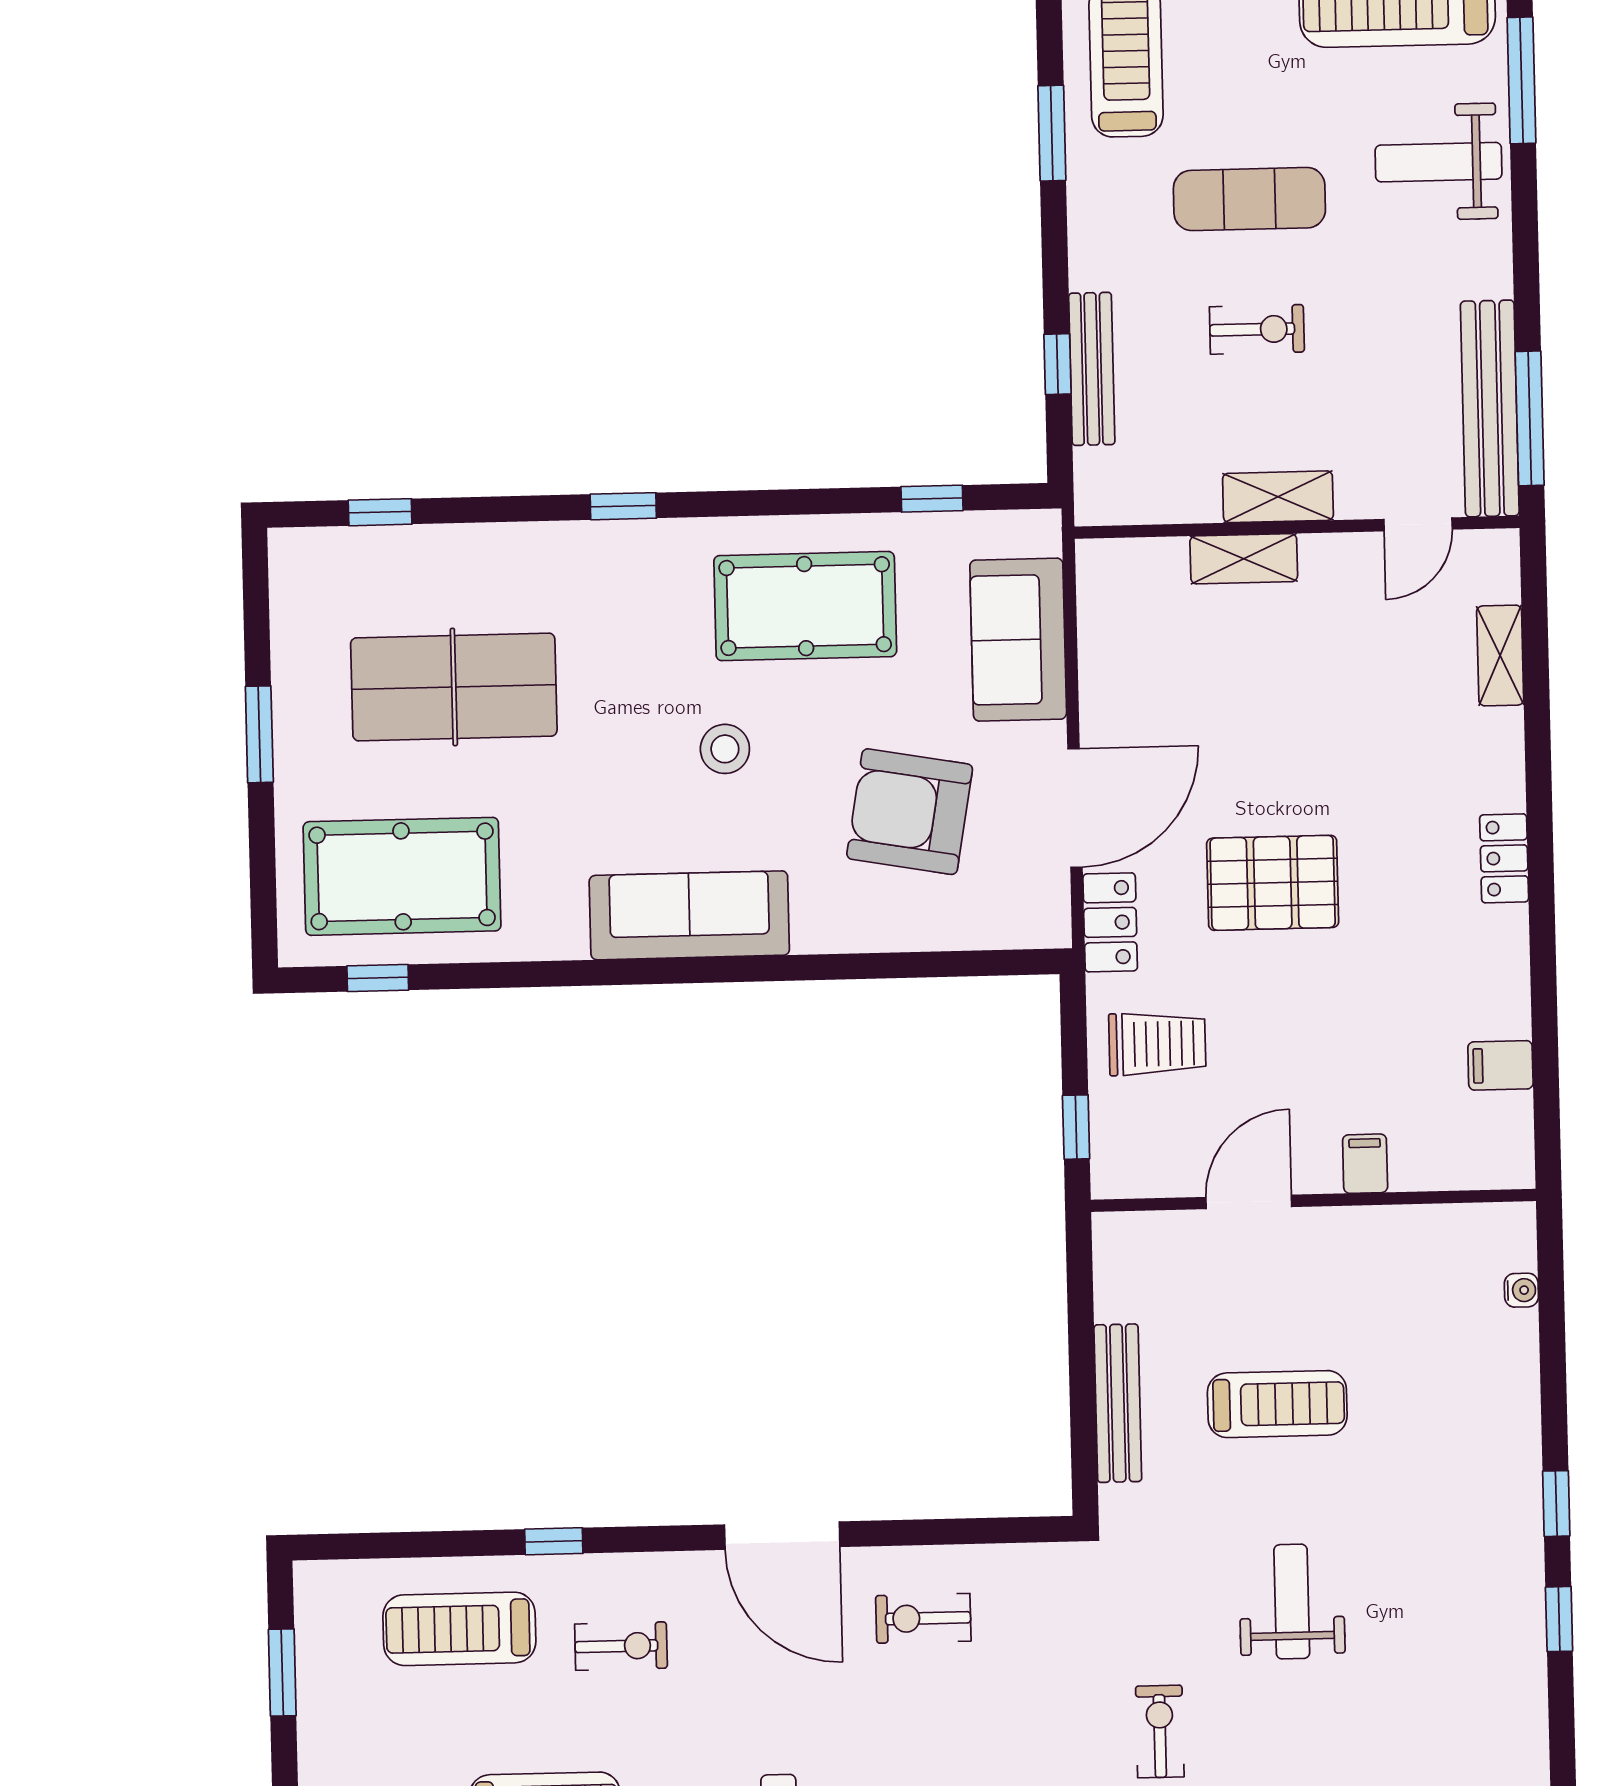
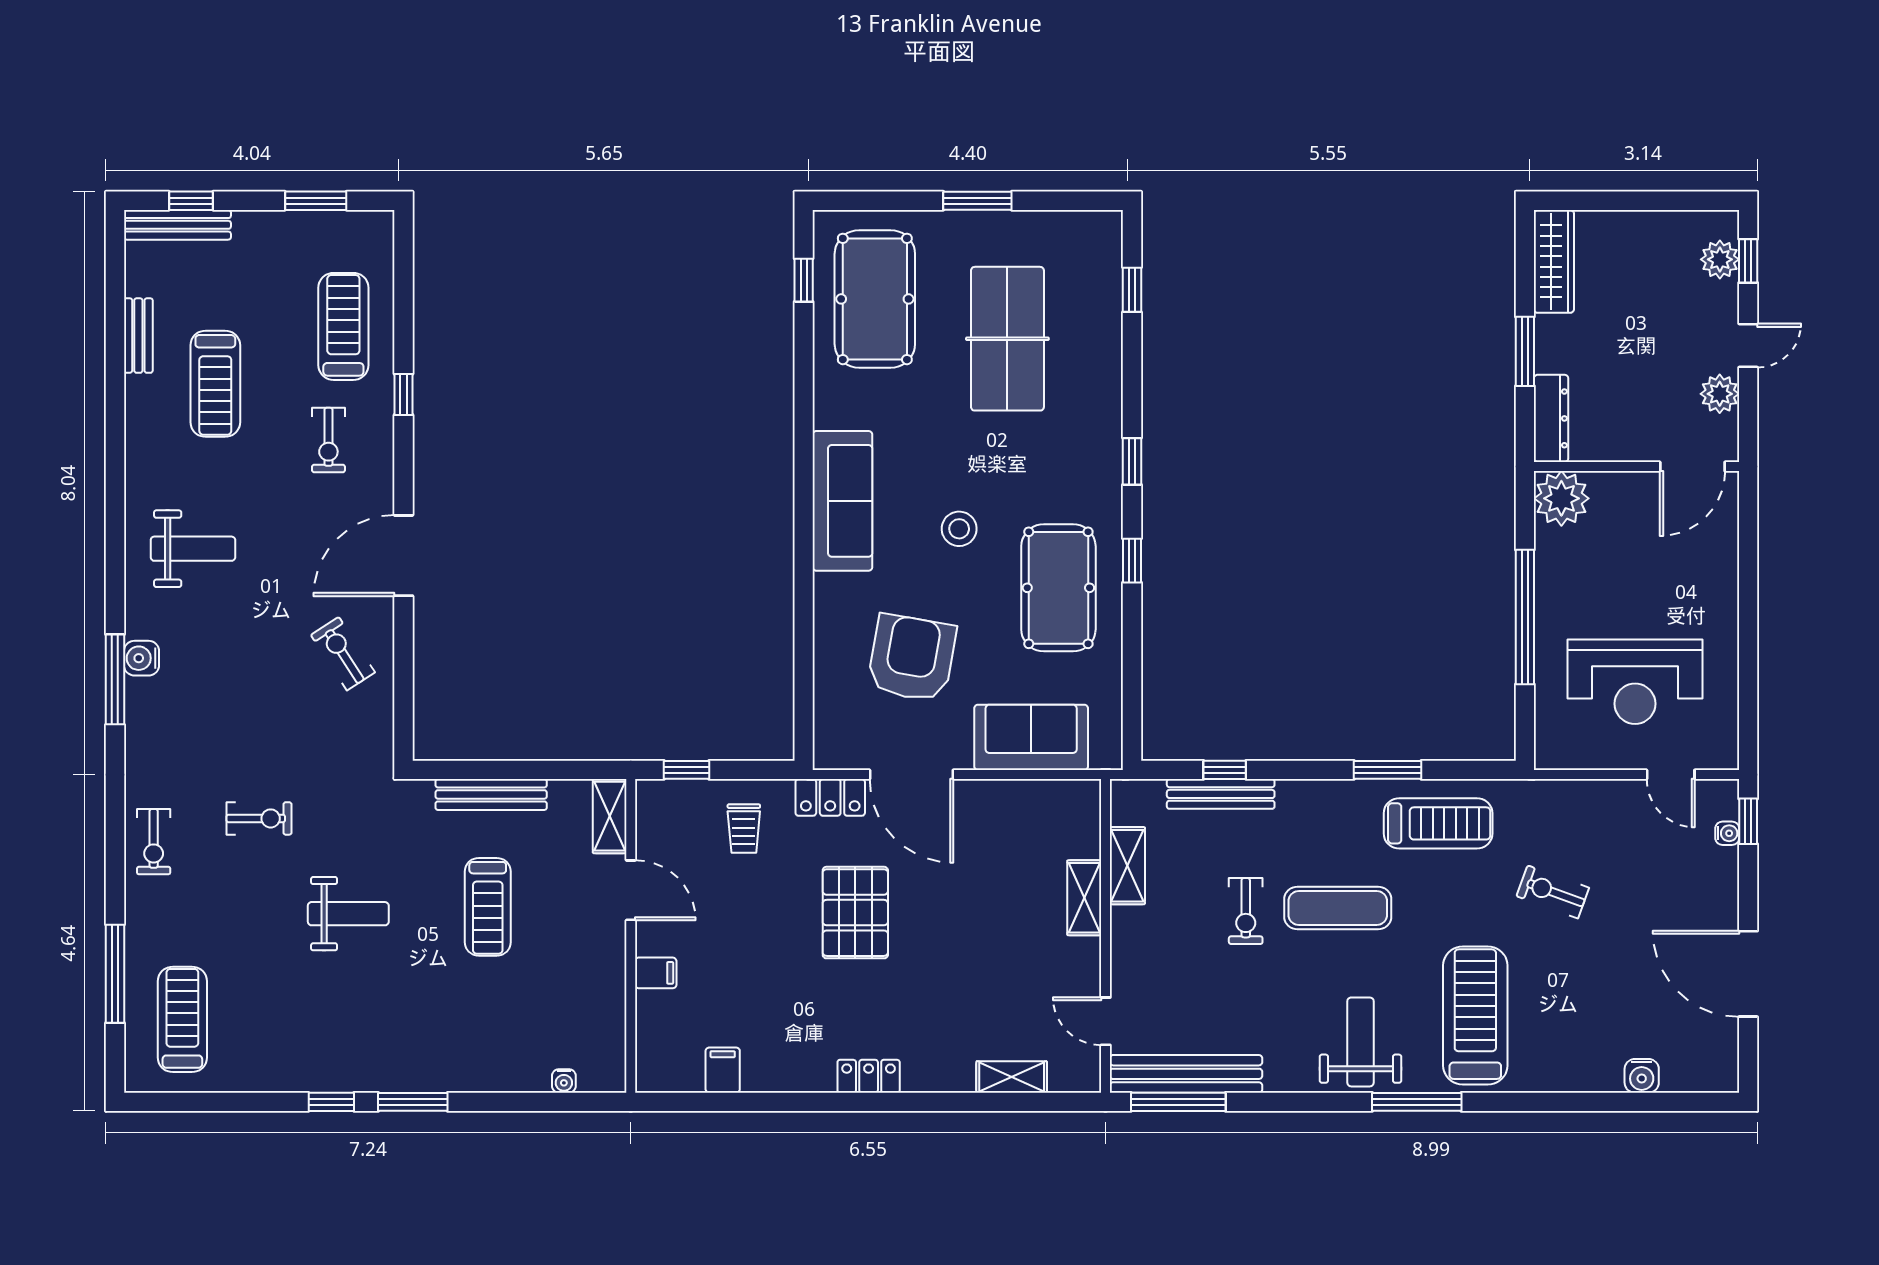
exercise mat: (1249, 199) -> (1338, 908), turned 90
shelving: (1278, 497) -> (1127, 866), moved
window: (932, 499) -> (1132, 561), moved
trolley: (1157, 1044) -> (744, 828), width x0.73, depth x0.72
shelving: (1144, 1234) -> (610, 816), added
window: (1556, 1504) -> (413, 1102), width x1.50
exercise bike: (923, 1618) -> (343, 654), turned -33

